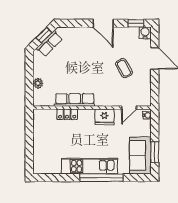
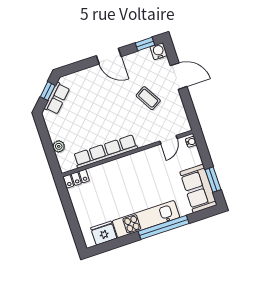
row of seats: (75, 100) -> (105, 151), width x1.36
locker: (67, 114) -> (76, 179), moved
fridge: (104, 117) -> (104, 233), moved, turned 180

